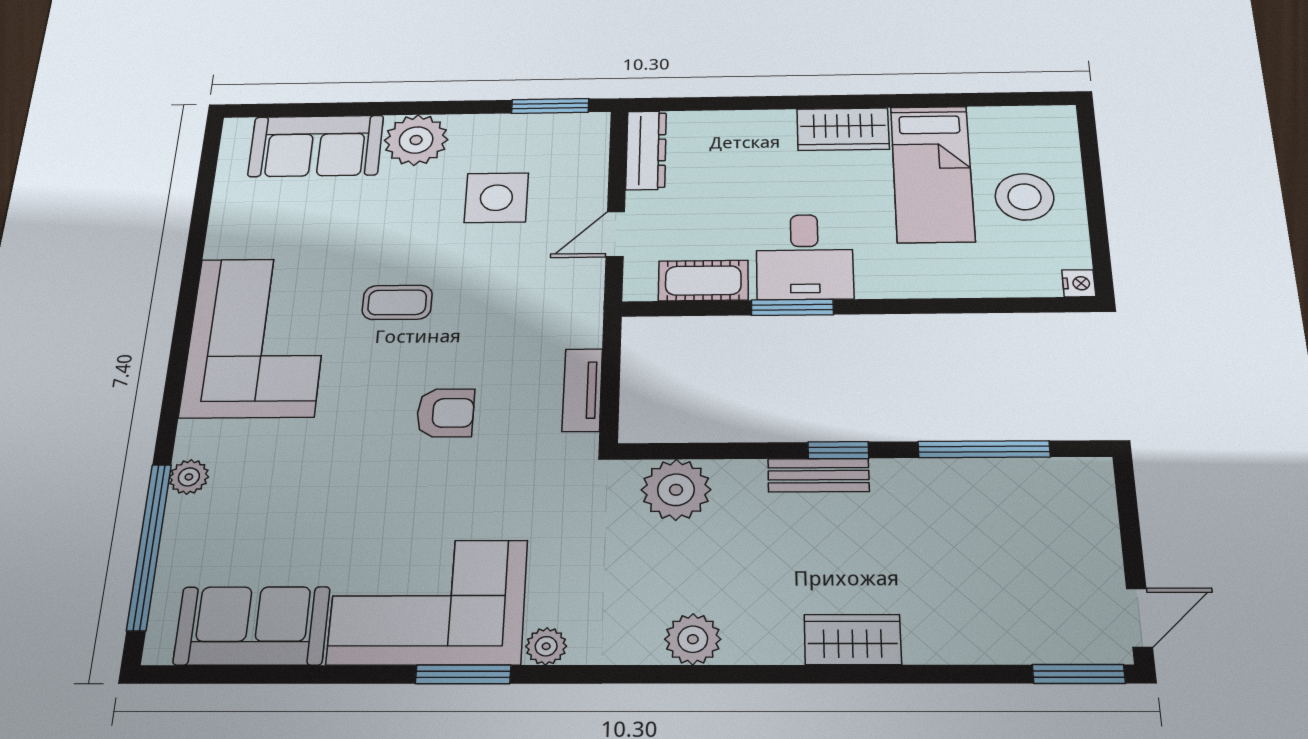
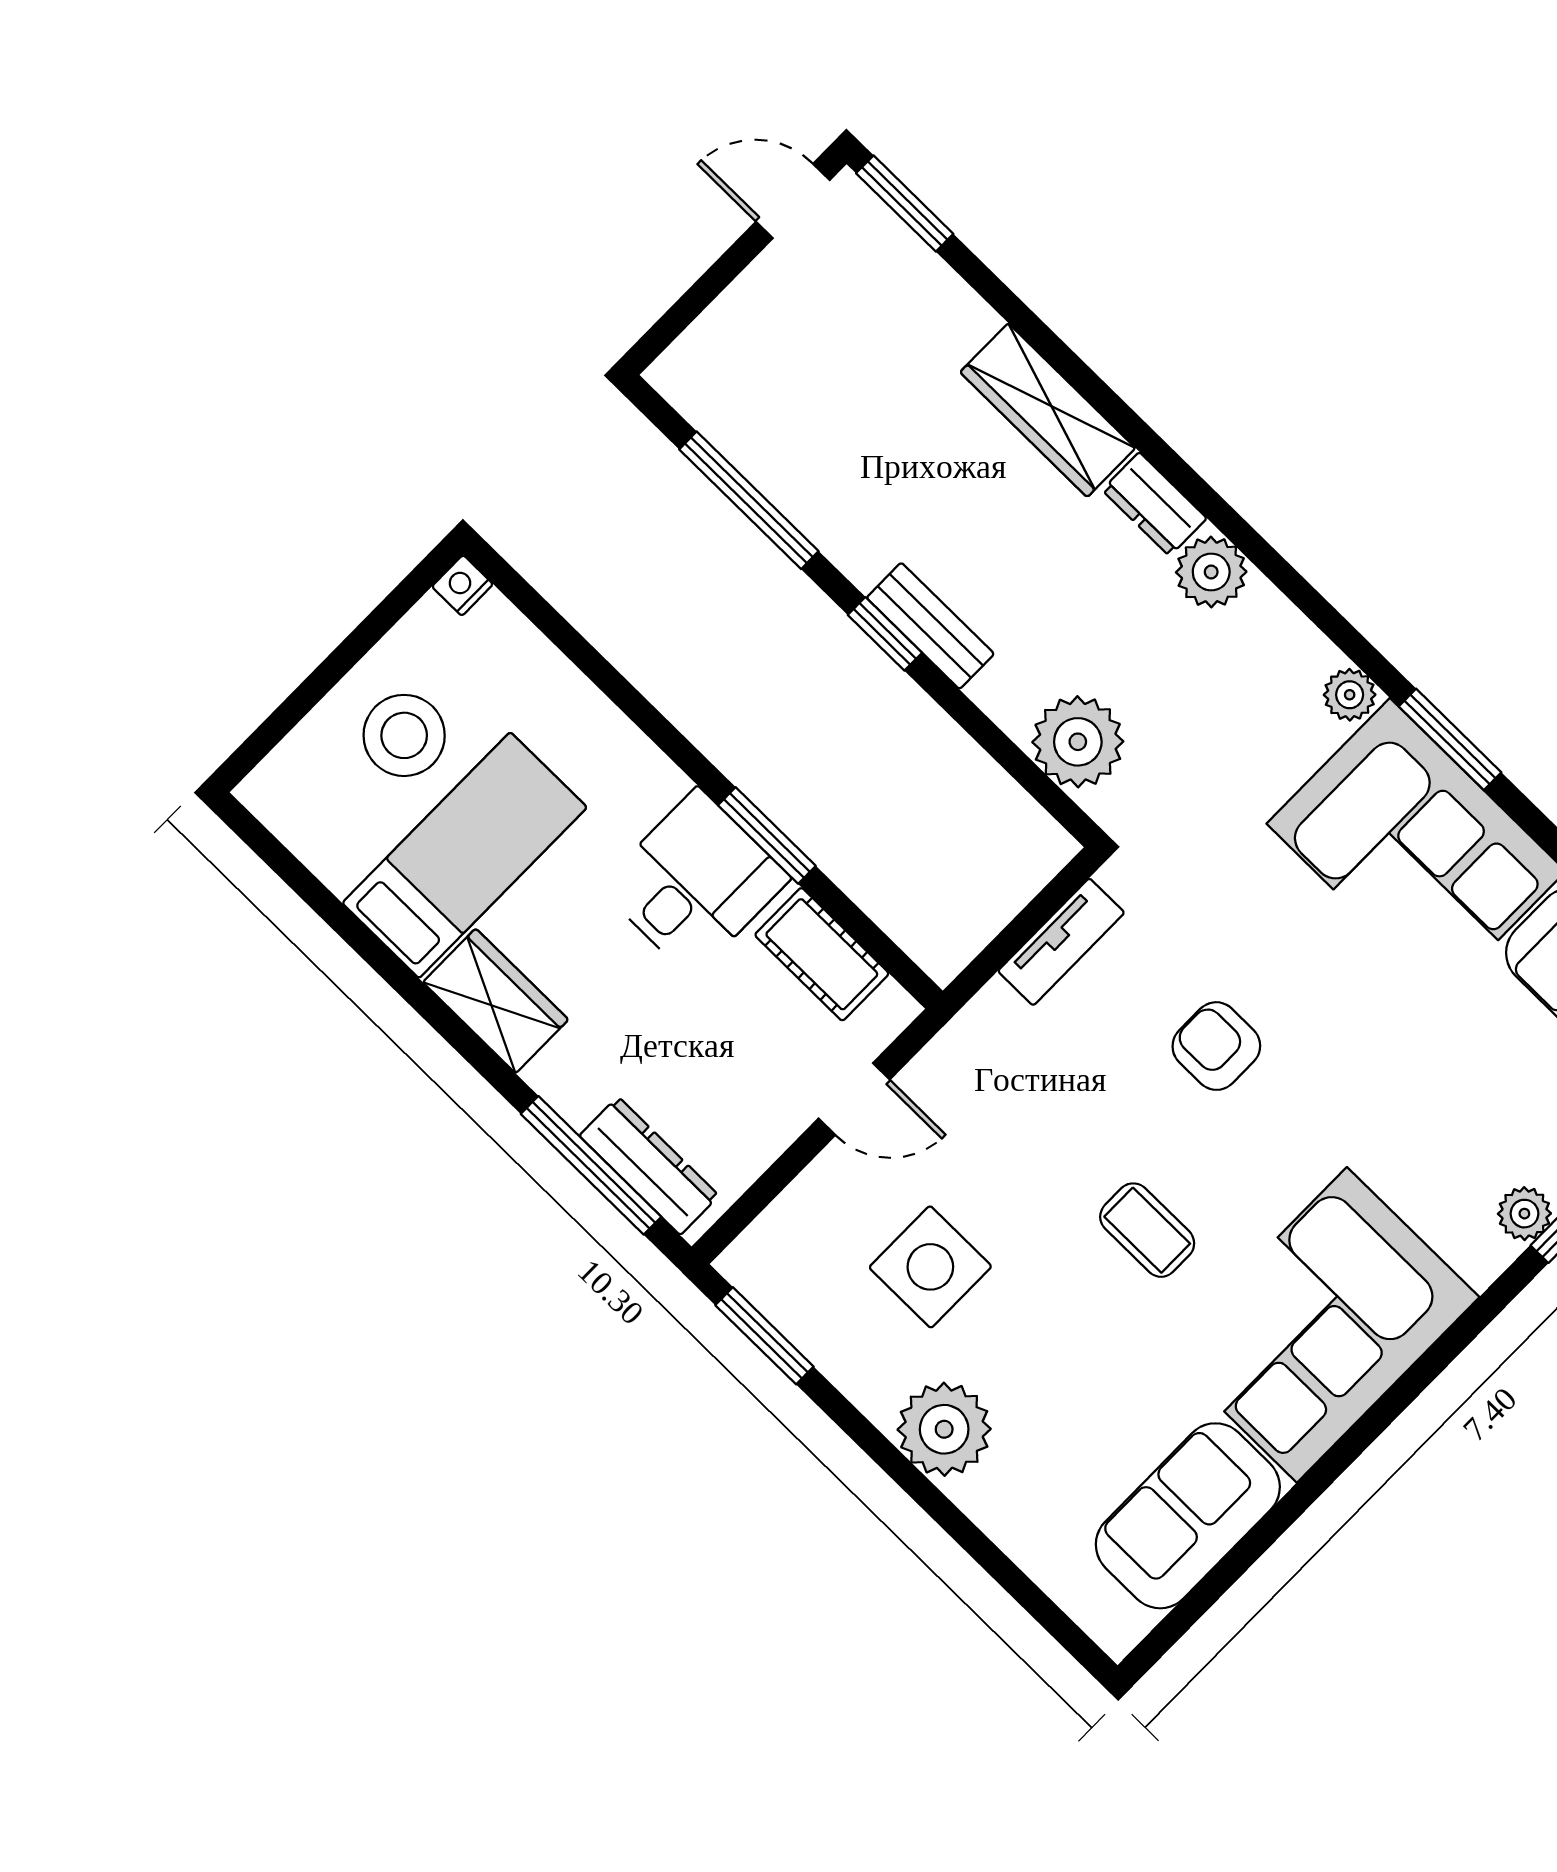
window: (716, 104) -> (591, 1165), added
sofa: (316, 146) -> (1188, 1516), moved, turned -90
dresser: (646, 150) -> (649, 1166), moved, turned 90
wardrobe: (853, 640) -> (1048, 410), width x1.50
dresser: (763, 645) -> (1154, 504), added

